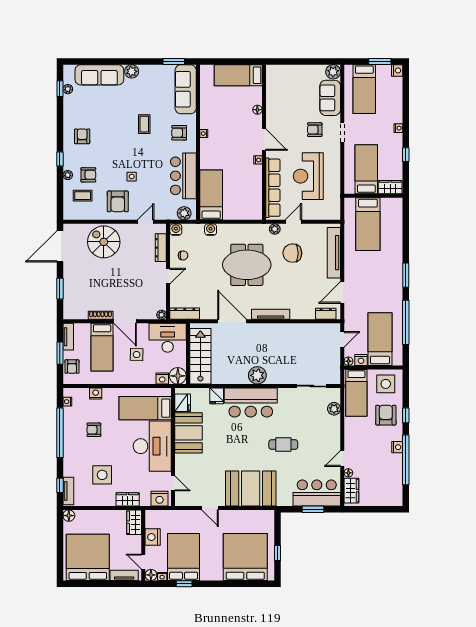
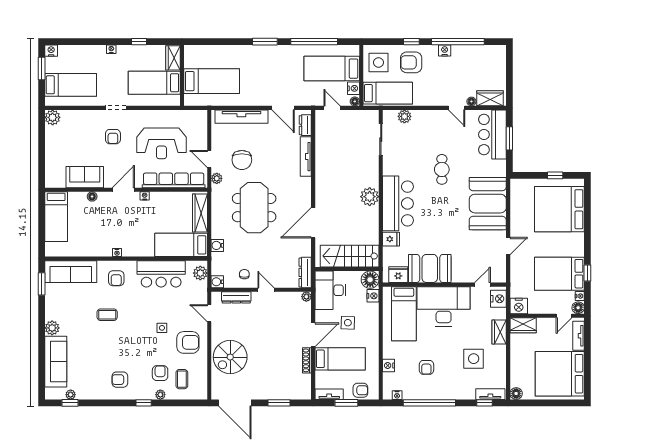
sofa: (330, 98) -> (85, 177), moved, turned 180
wardrobe: (242, 213) -> (200, 213), added
tv unit: (271, 314) -> (306, 157), moved
nightstand: (153, 537) -> (519, 306), moved

